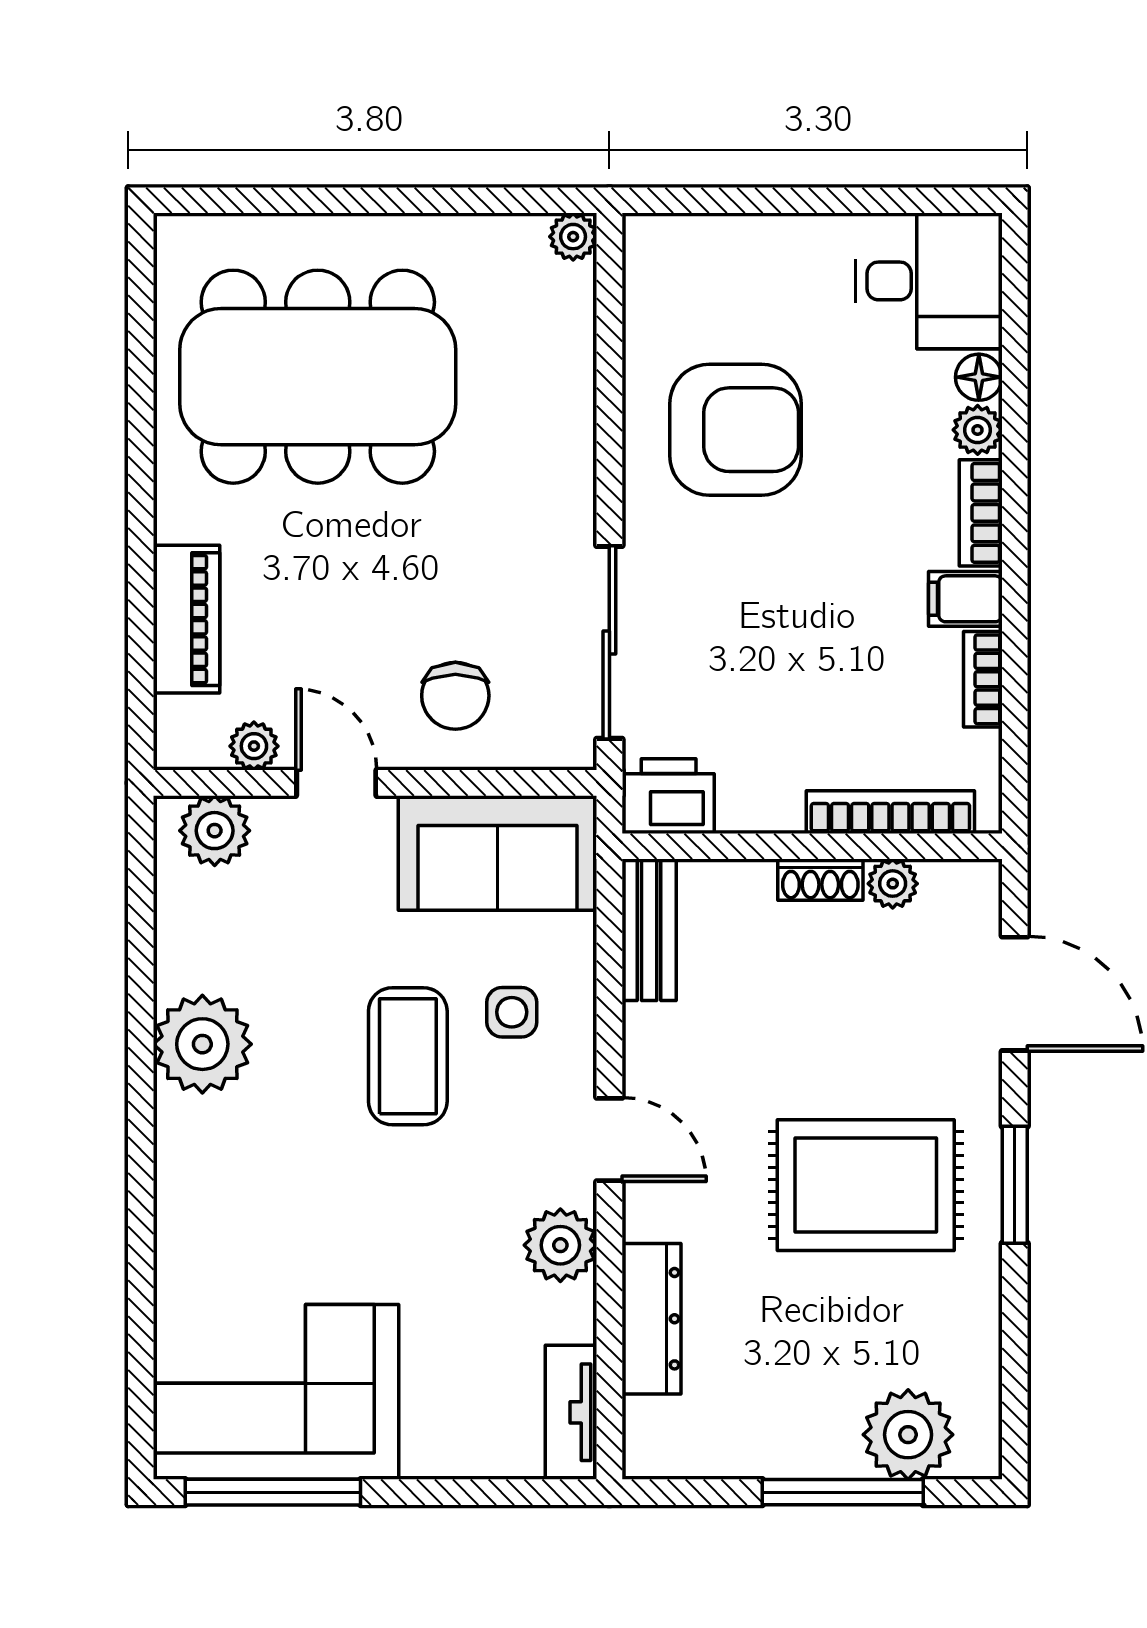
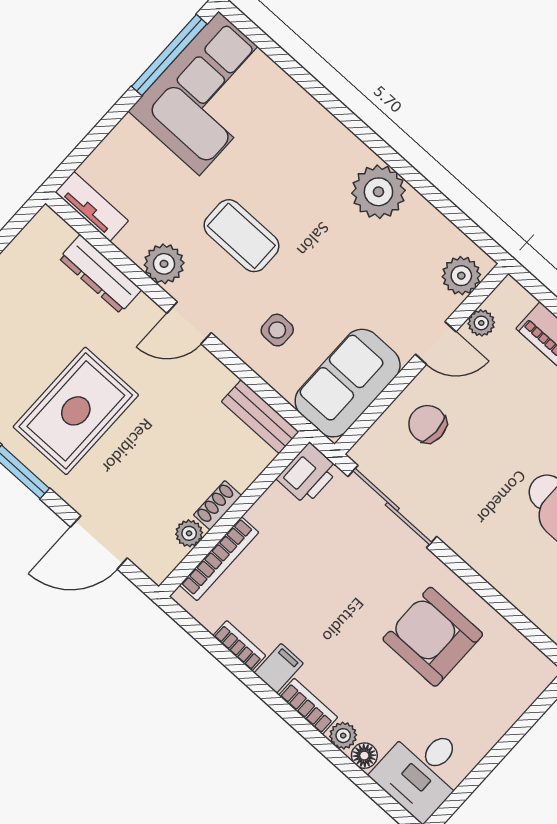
armchair: (735, 430) -> (433, 637), turned 90
coffee table: (408, 1056) -> (241, 236), moved

